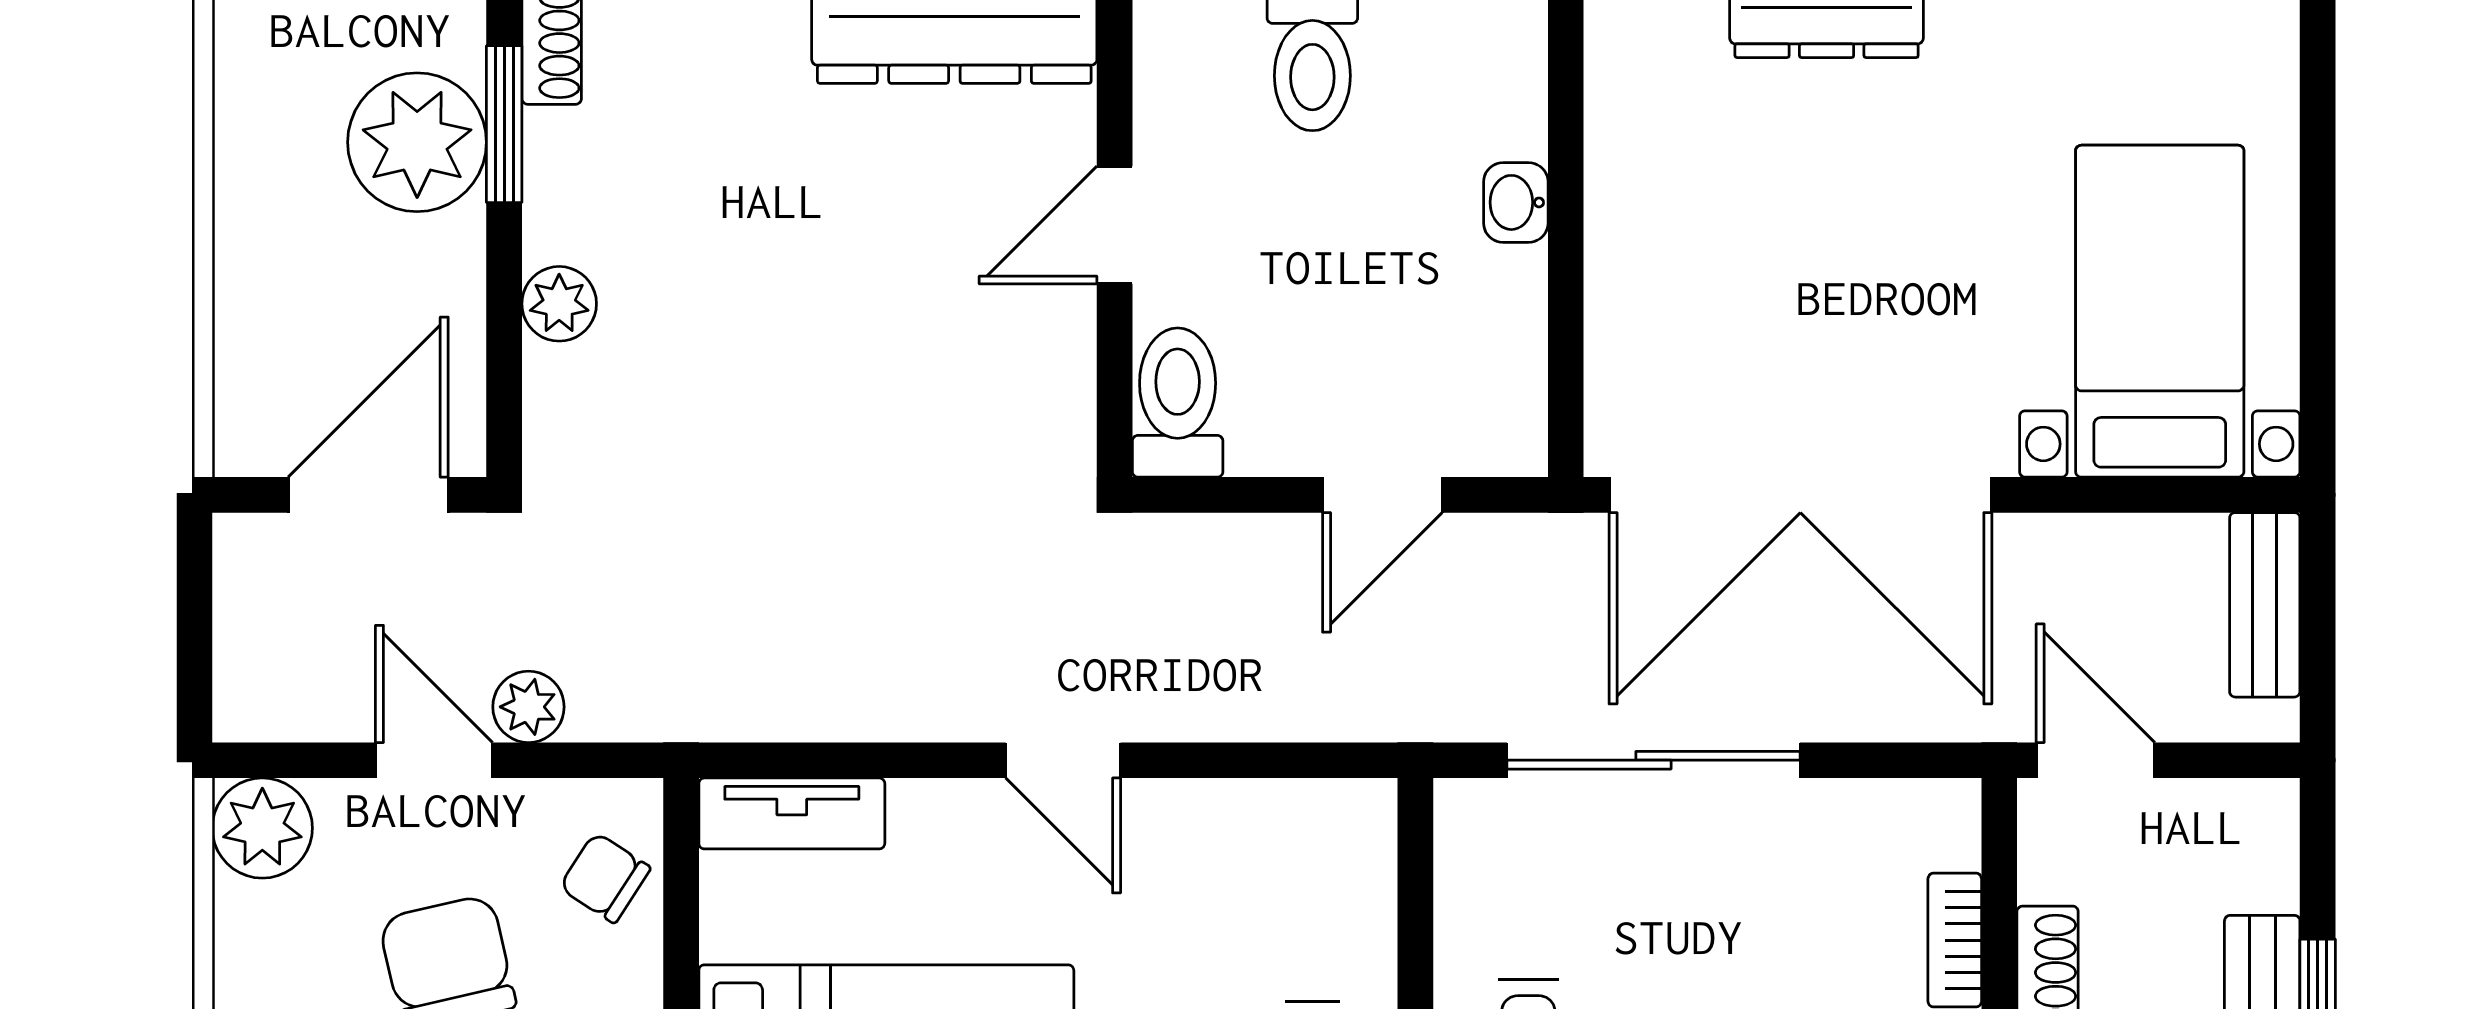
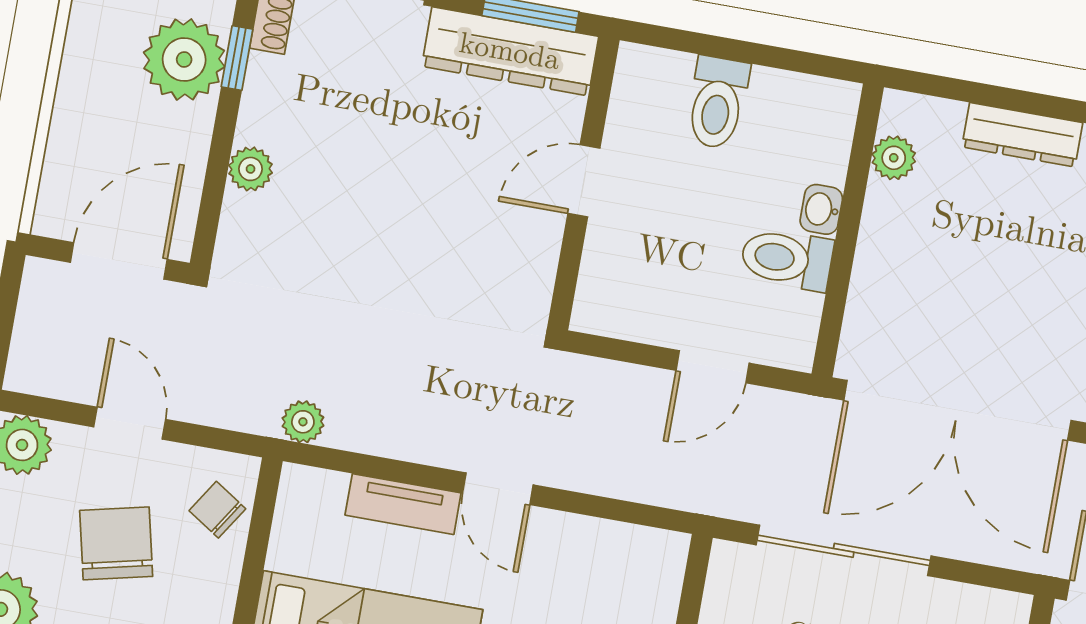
plant: (1621, 96) -> (894, 158), added
window: (504, 124) -> (237, 58), width x0.67
toilet: (1178, 403) -> (787, 259), moved, turned -90
plant: (528, 707) -> (303, 422), moved
tv unit: (792, 813) -> (403, 504), moved

